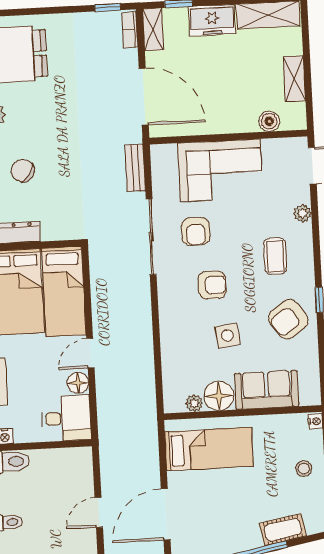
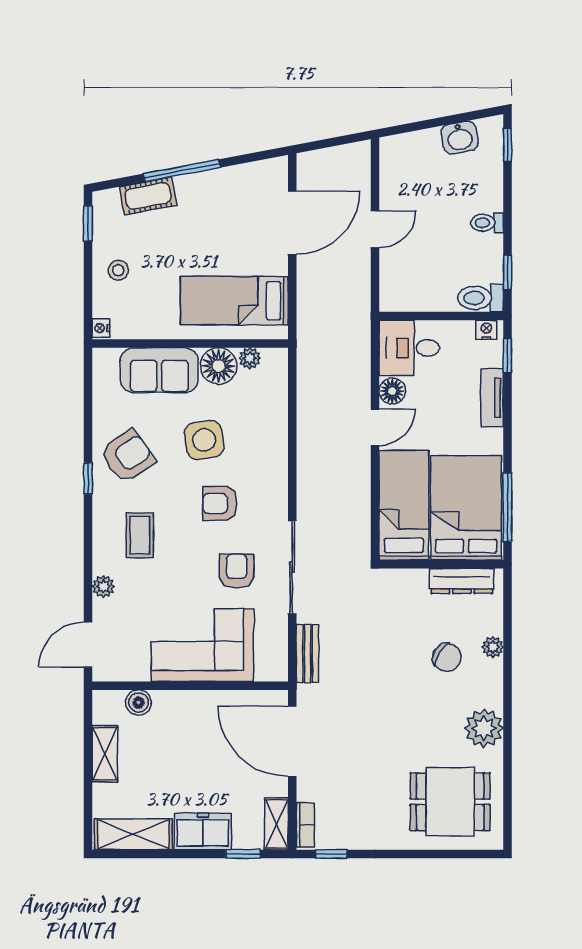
side table: (227, 336) -> (204, 440), width x1.37, depth x1.37

